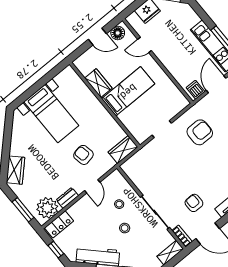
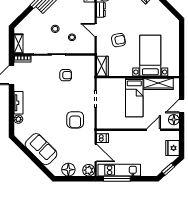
wardrobe: (98, 83) -> (159, 84), width x1.50
bed with nightstands: (51, 114) -> (150, 56), moved, turned 90
armchair: (194, 203) -> (66, 75), moved

